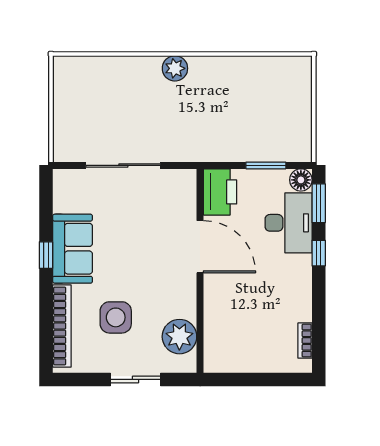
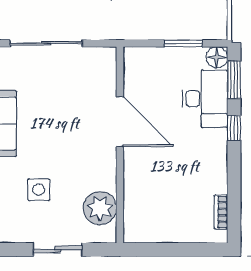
printer: (220, 192) -> (139, 69), removed
side table: (116, 317) -> (39, 190), width x0.73, depth x0.73

